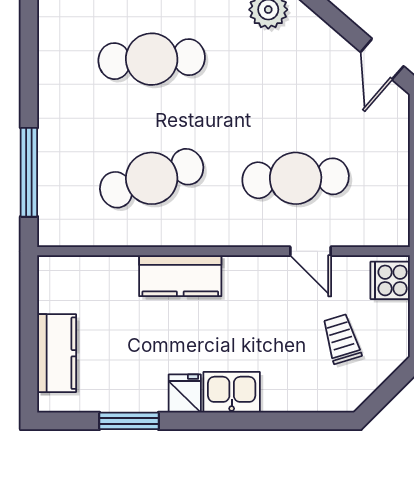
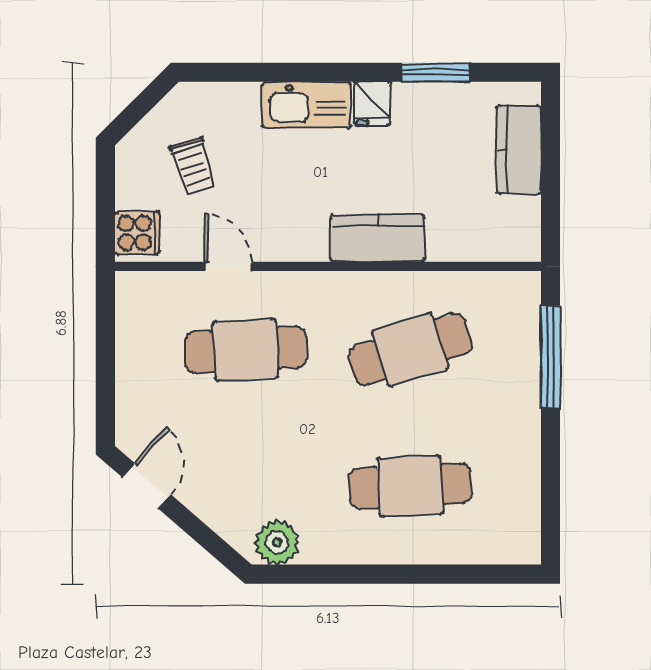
kitchen sink: (232, 392) -> (307, 105), width x1.38

